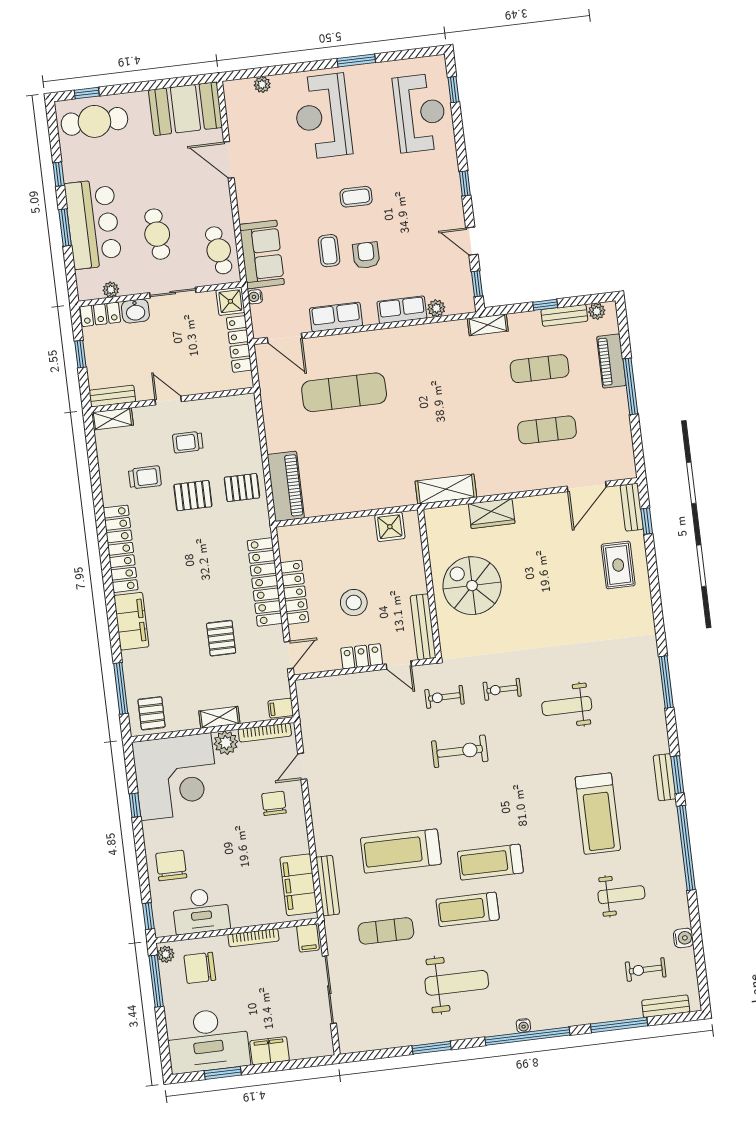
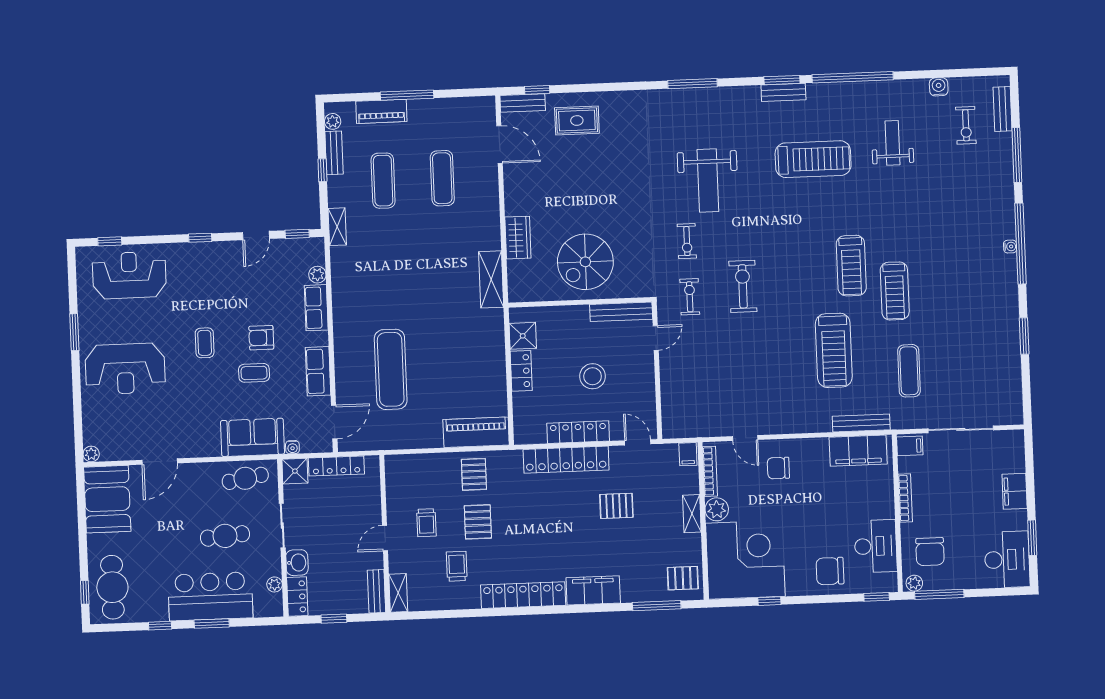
plant: (262, 84) -> (91, 454), moved
locker: (362, 656) -> (521, 371), moved, turned 180
exercise bike: (444, 697) -> (690, 297), turned 180
weight bench: (567, 706) -> (708, 180), width x1.36, depth x1.33
weight bench: (457, 983) -> (964, 307), removed
desk: (208, 1040) -> (1007, 559), width x0.73, depth x0.77

